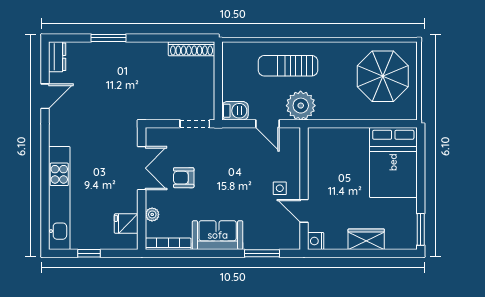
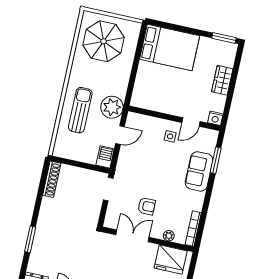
sun lounger: (288, 66) -> (80, 110), turned 180
armchair: (184, 178) -> (147, 206), turned -90
fridge: (126, 224) -> (171, 259), width x1.88, depth x1.34
sofa: (218, 235) -> (199, 171), moved

